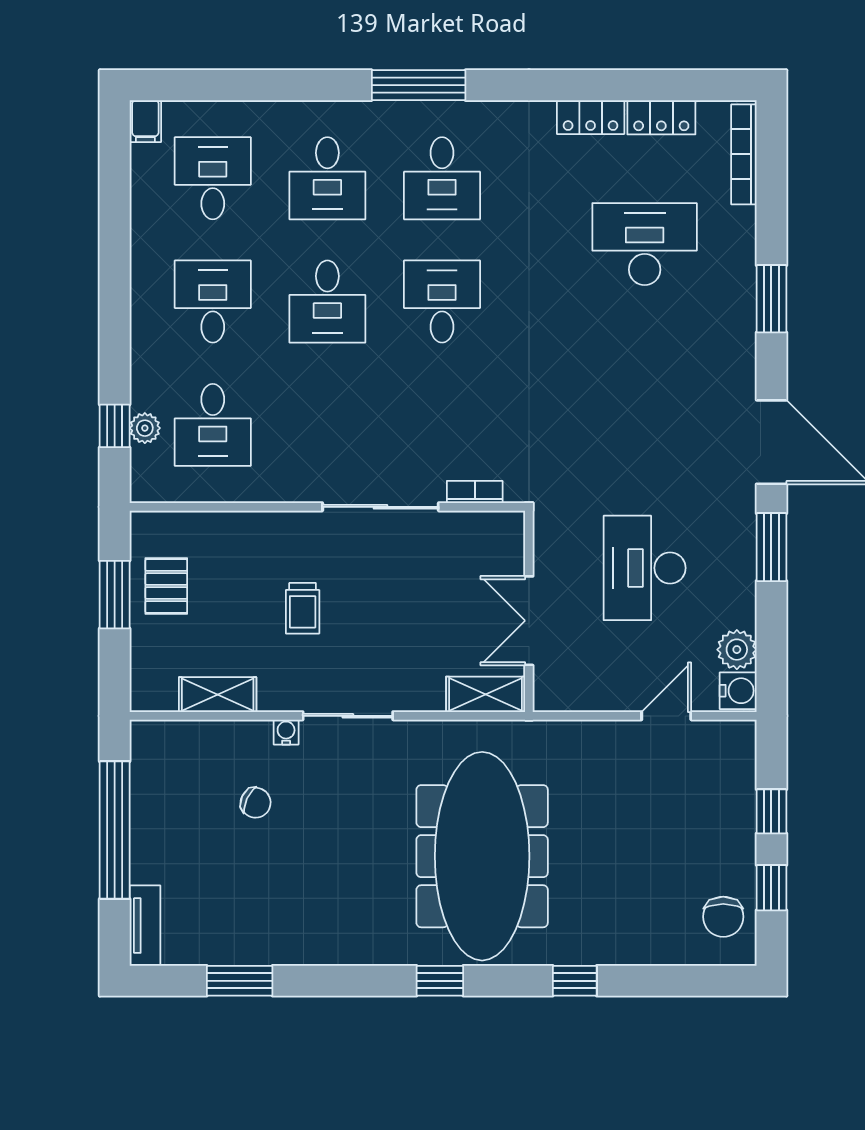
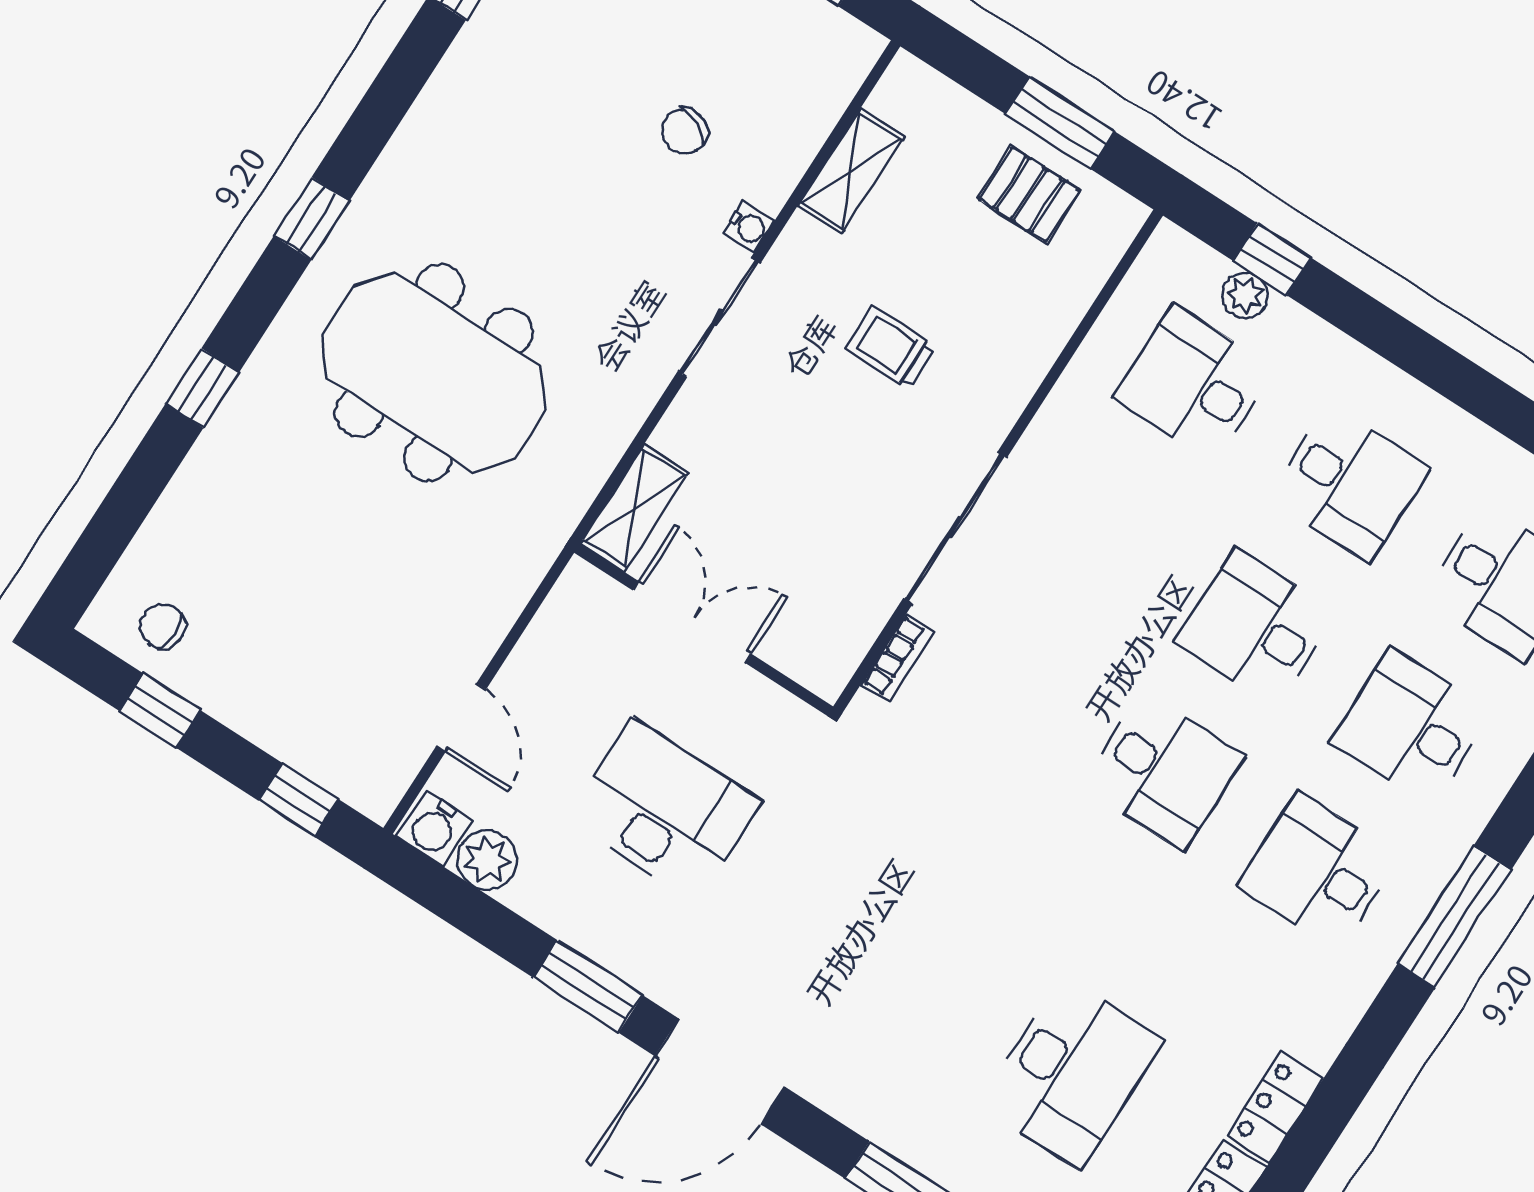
window: (771, 811) -> (299, 800), moved
meeting table: (482, 856) -> (434, 373), width x0.73
chair: (723, 917) -> (163, 627), width x0.73, depth x0.73

